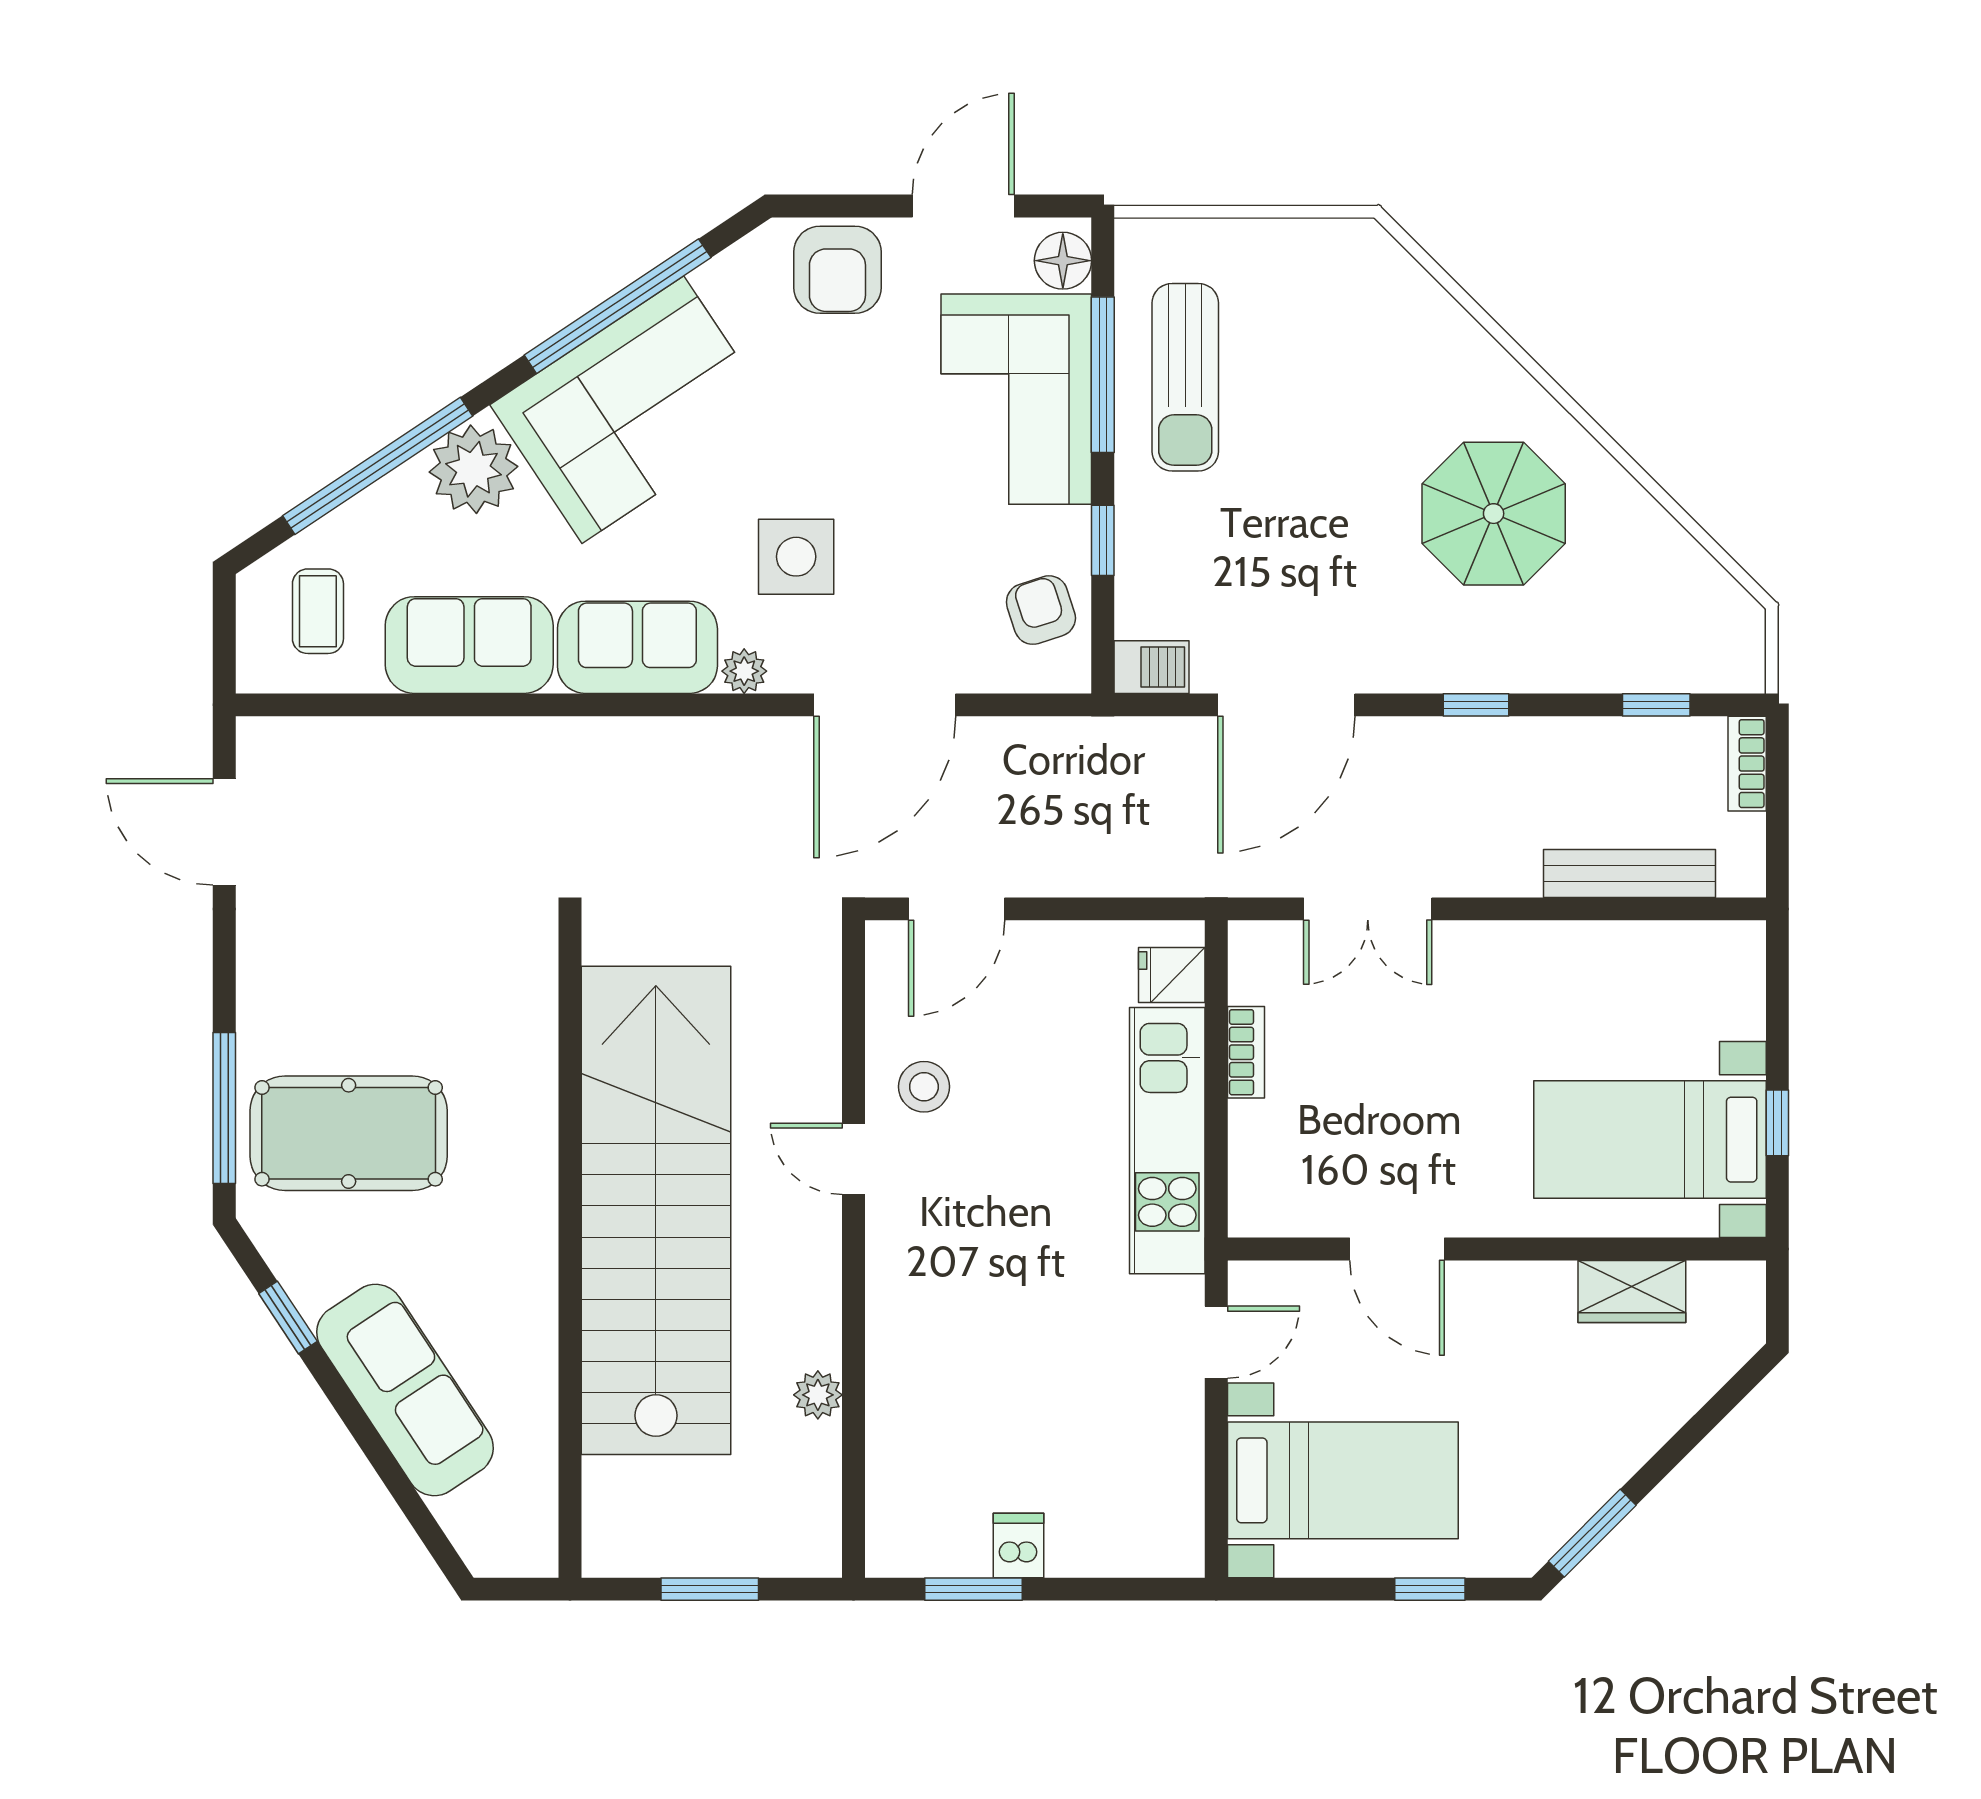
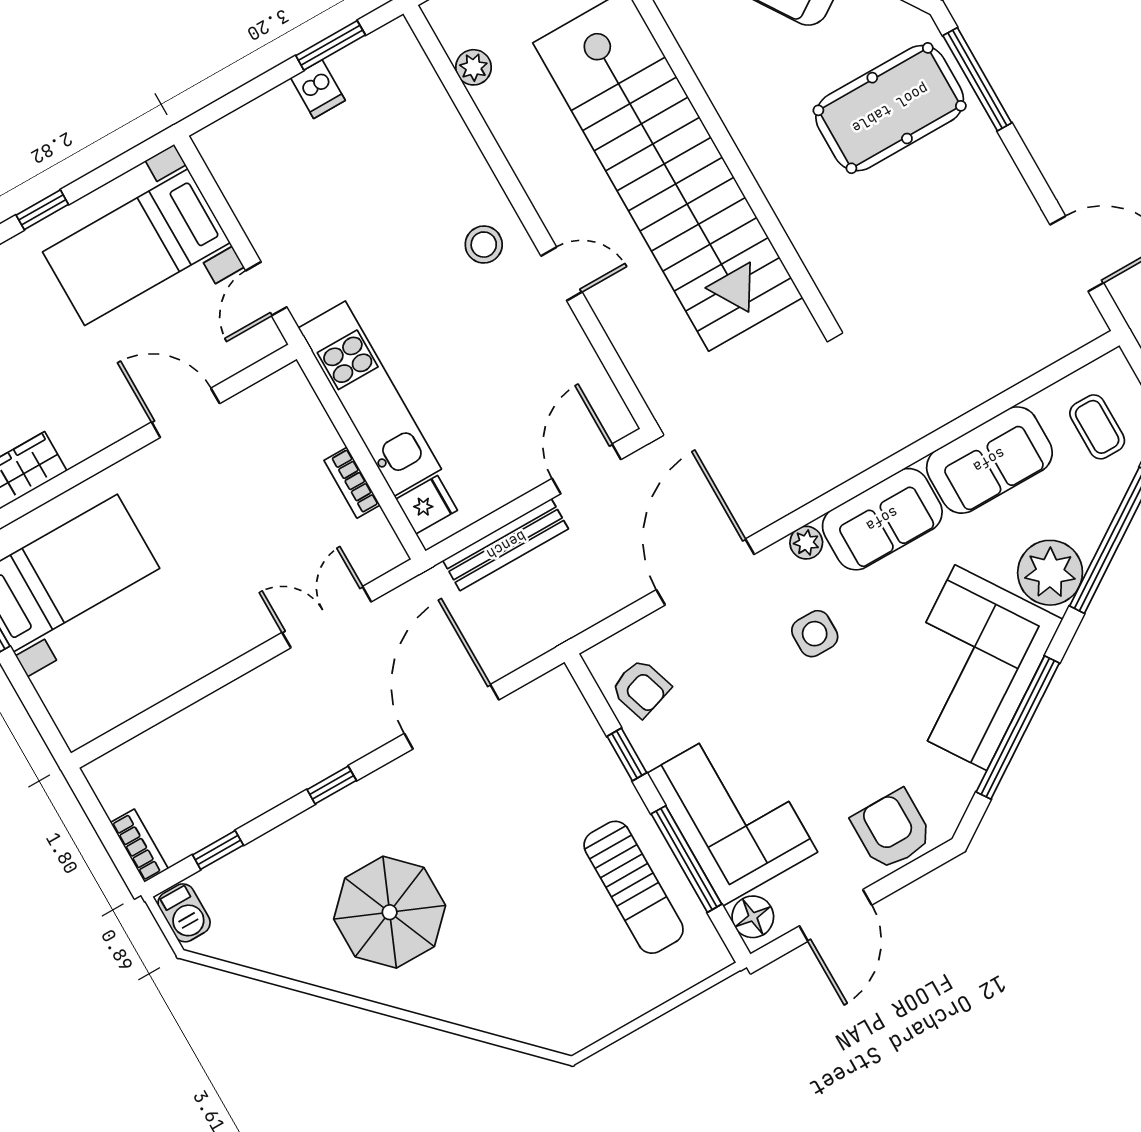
sun lounger: (1185, 377) -> (634, 887), turned 180
side table: (796, 557) -> (815, 634), width x0.73, depth x0.73
barbecue: (1151, 667) -> (184, 913), moved, turned -90
bench: (1629, 874) -> (506, 545), moved
stool: (924, 1087) -> (484, 245), moved
plant: (818, 1395) -> (473, 67), moved

